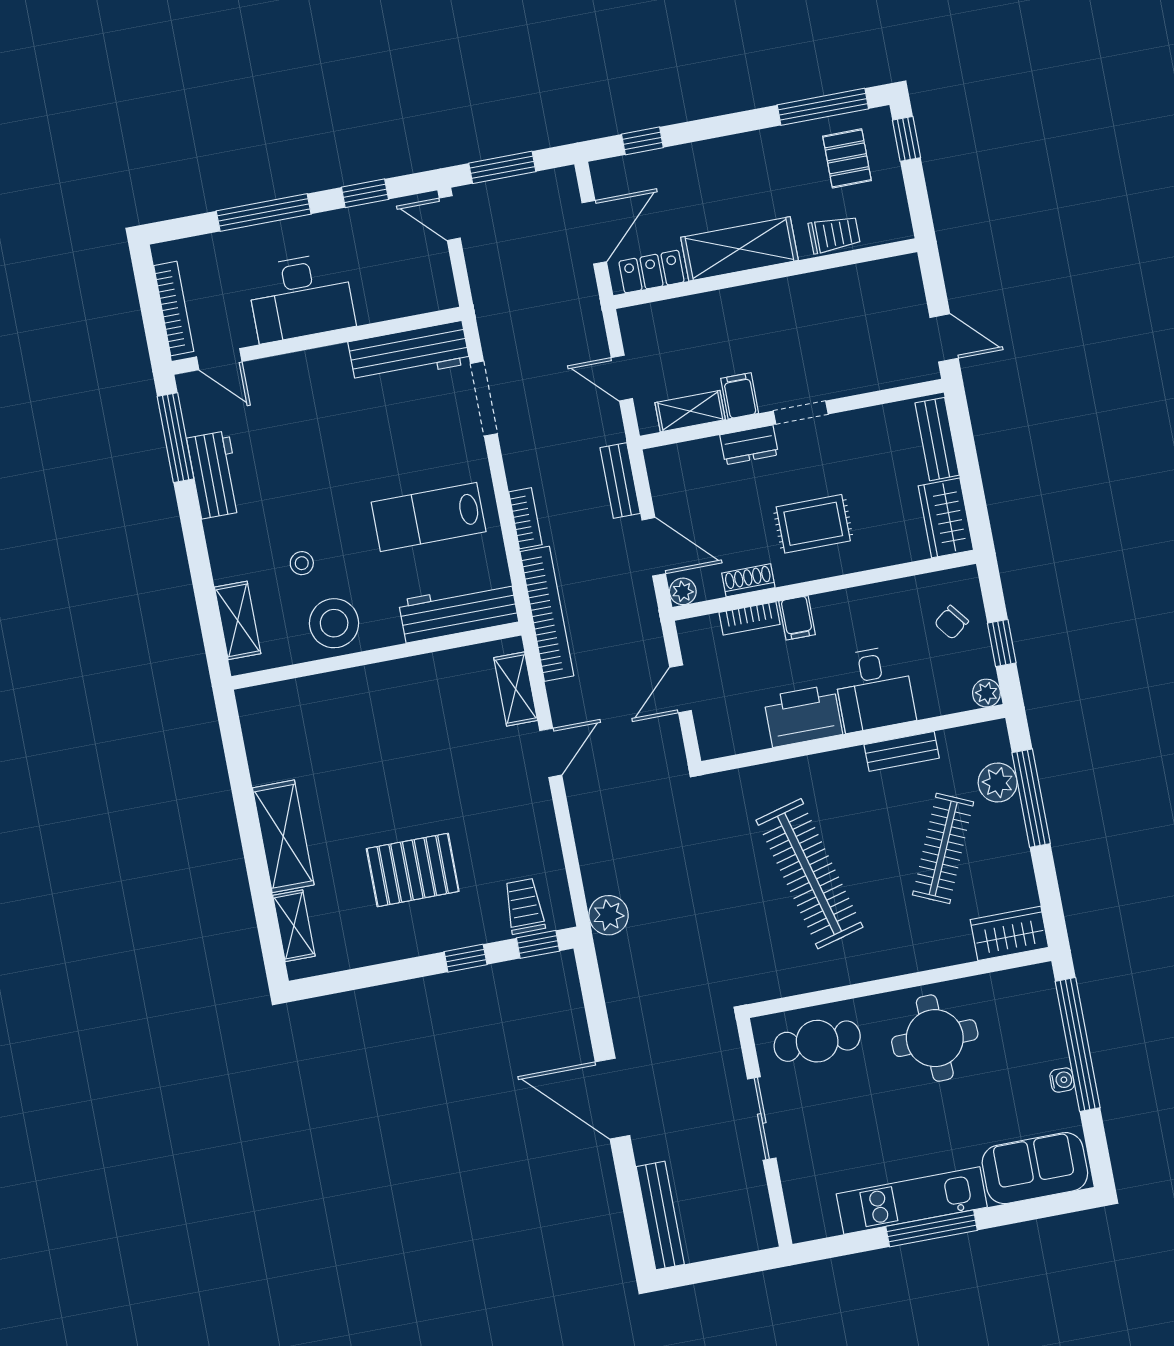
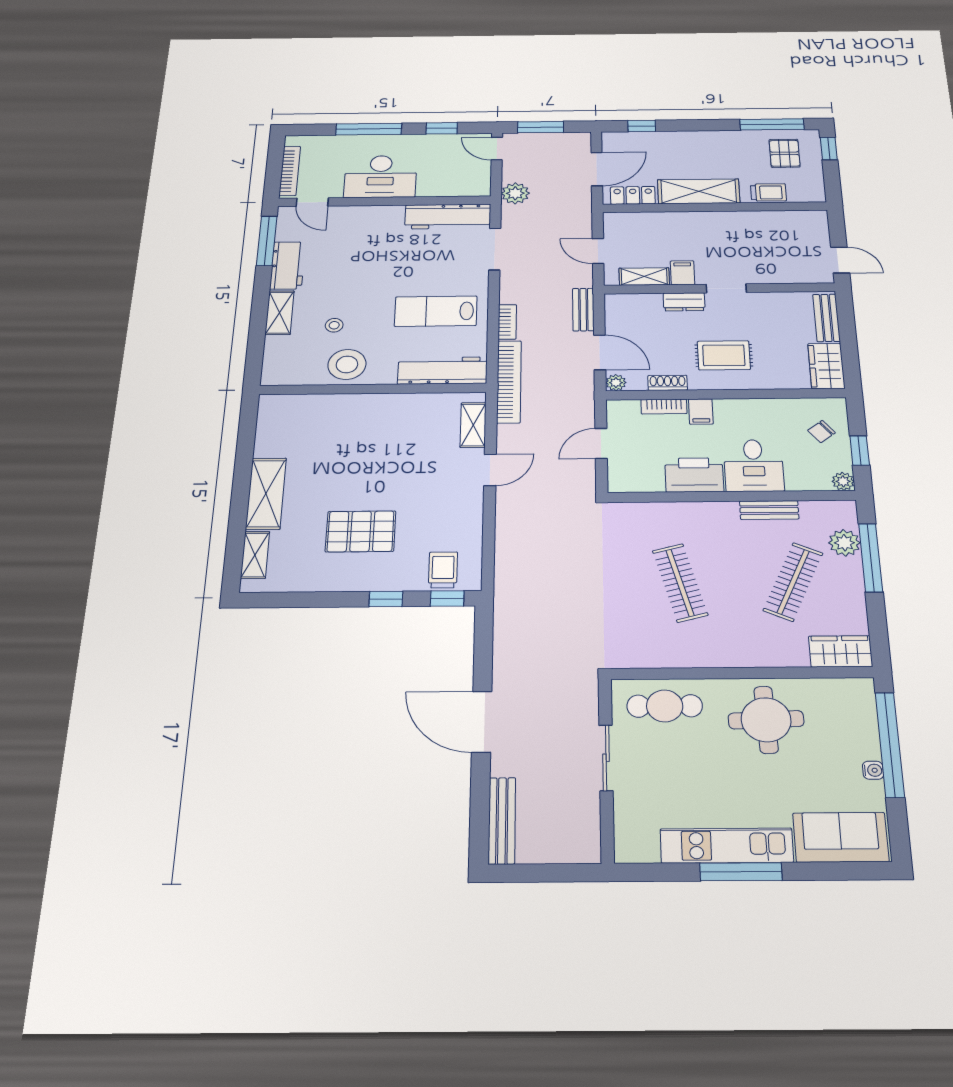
shelving: (238, 620) -> (280, 313), moved
clothes rail: (809, 874) -> (680, 583), width x0.73, depth x0.76
plant: (609, 915) -> (515, 193), moved

